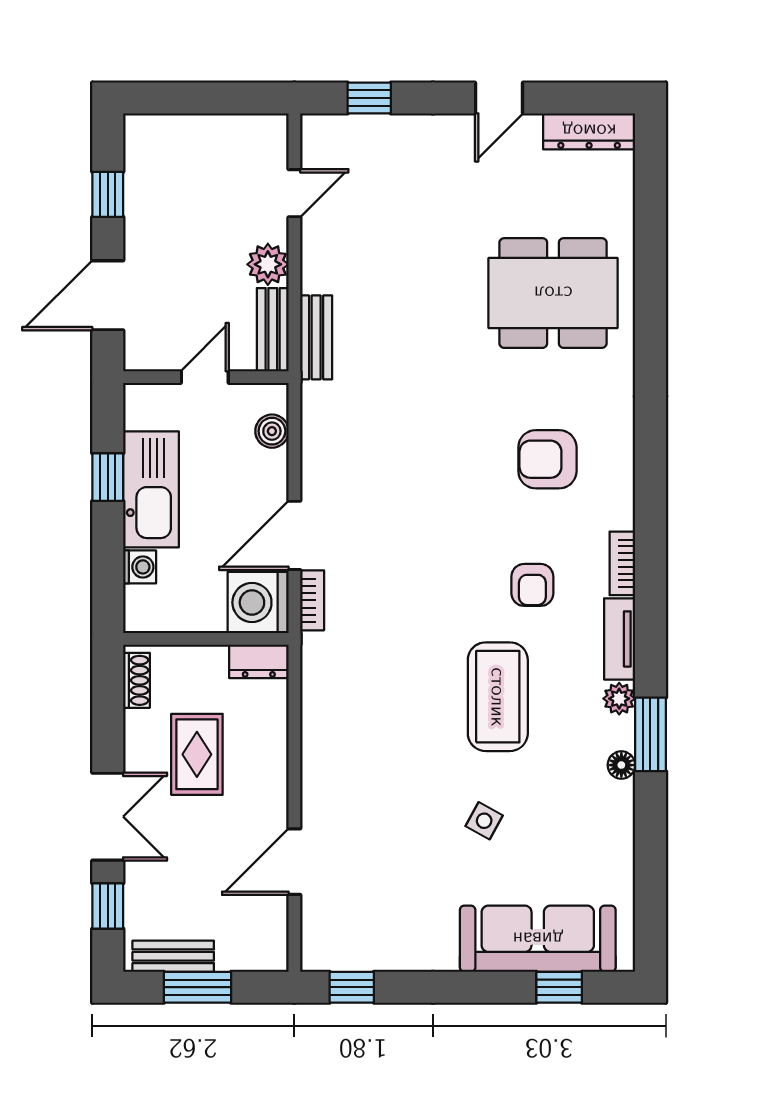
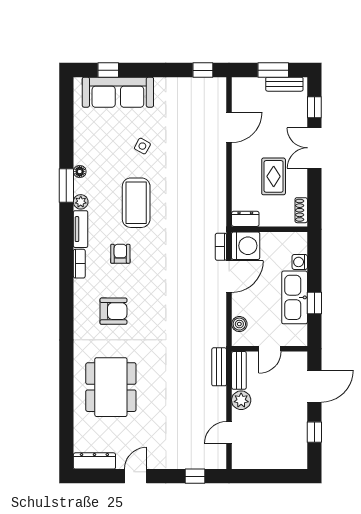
dining table: (553, 293) -> (111, 387), turned 90

